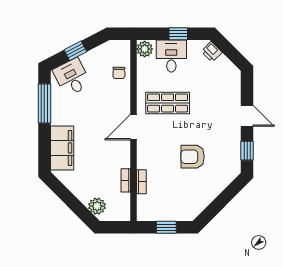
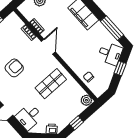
desk: (171, 56) -> (29, 117), moved, turned 90
door: (133, 127) -> (48, 47), moved

